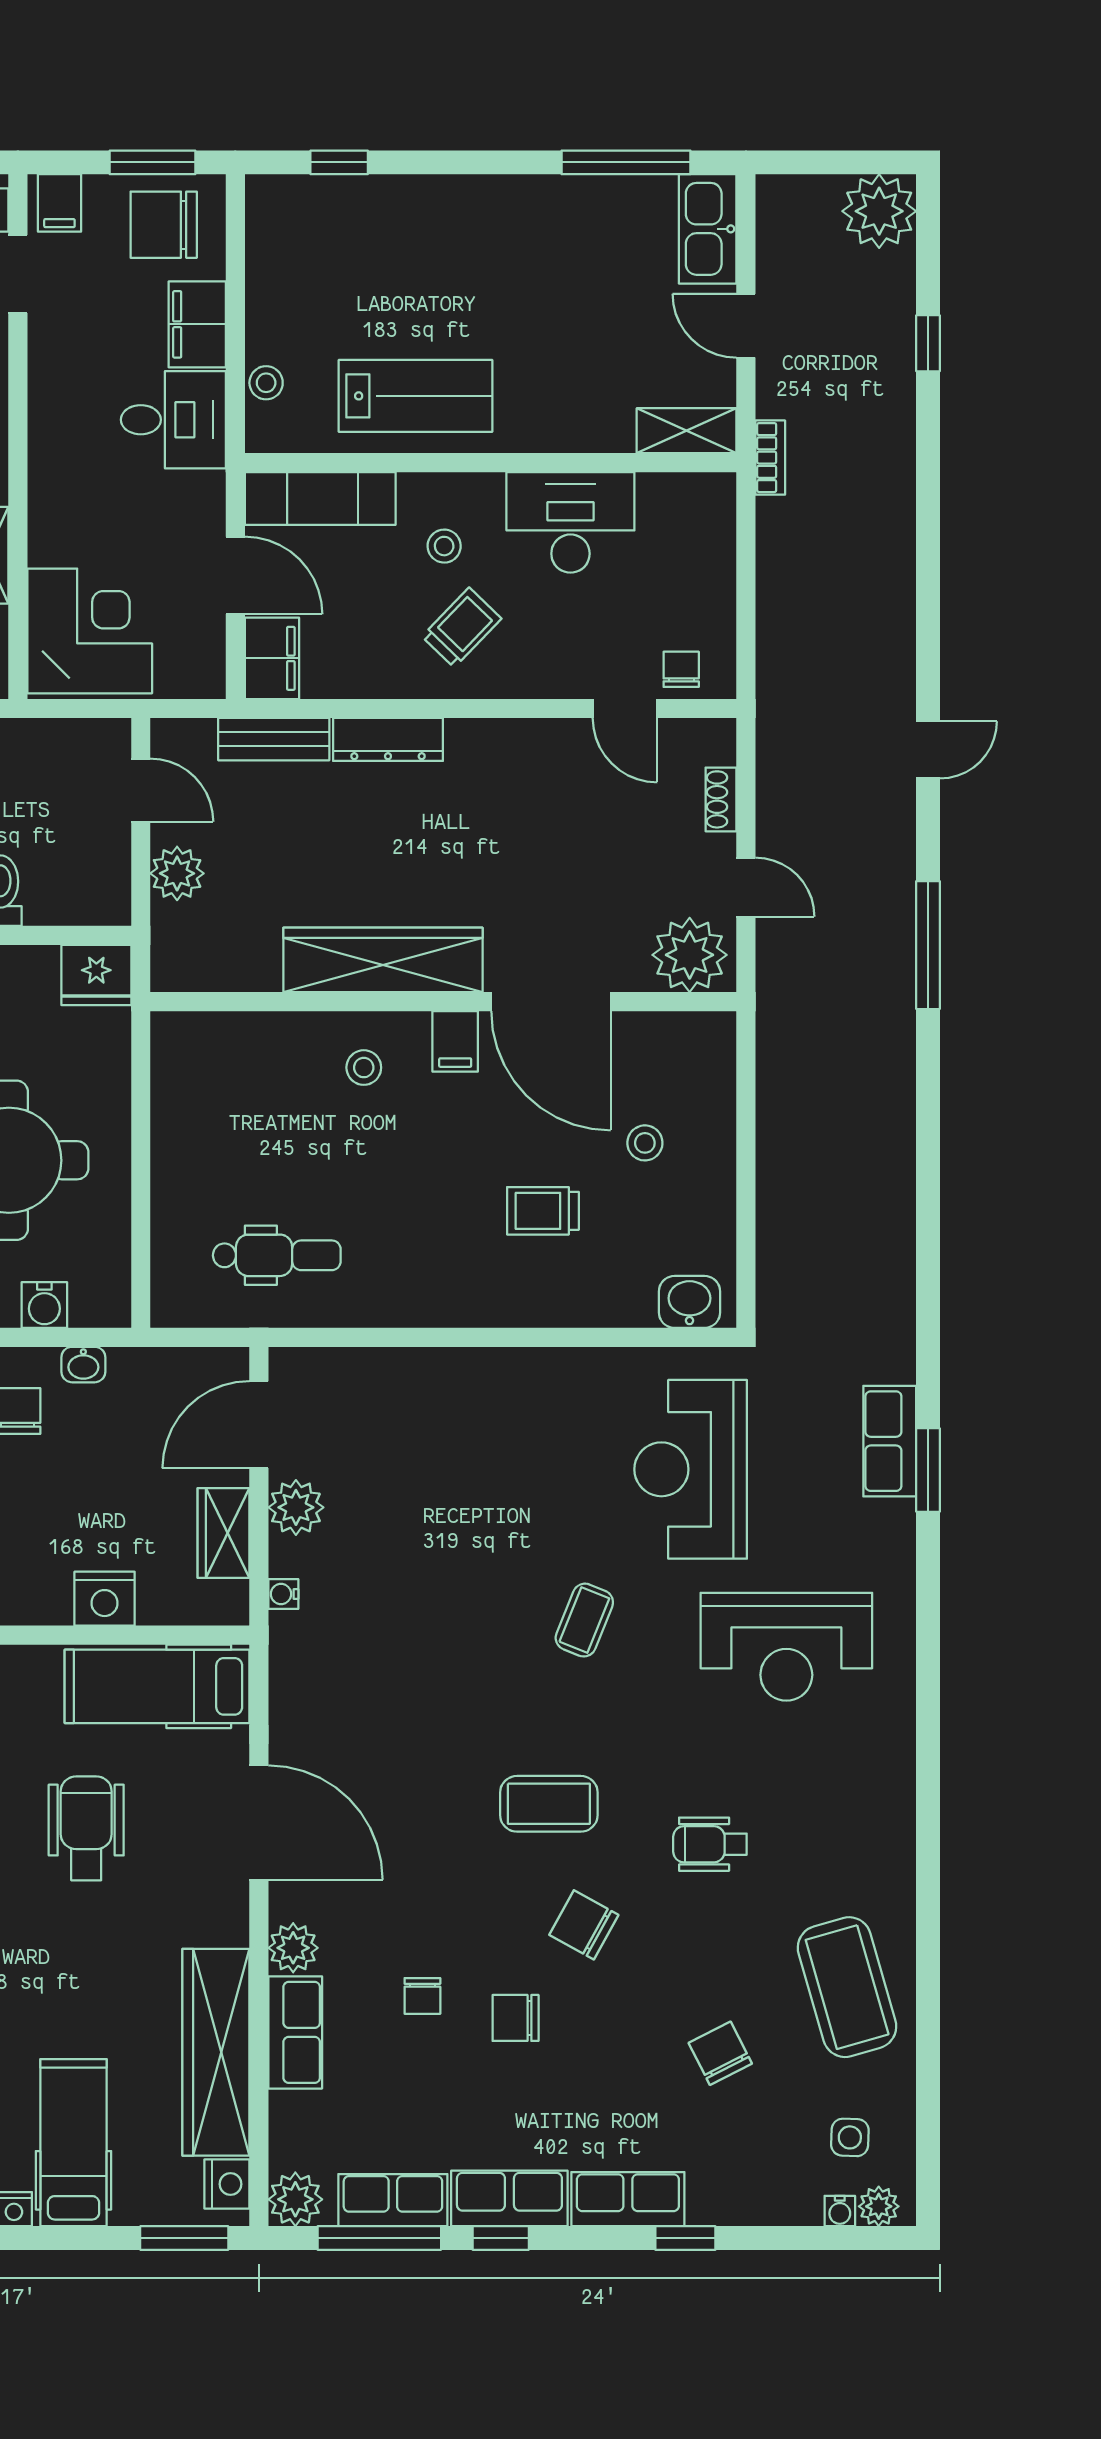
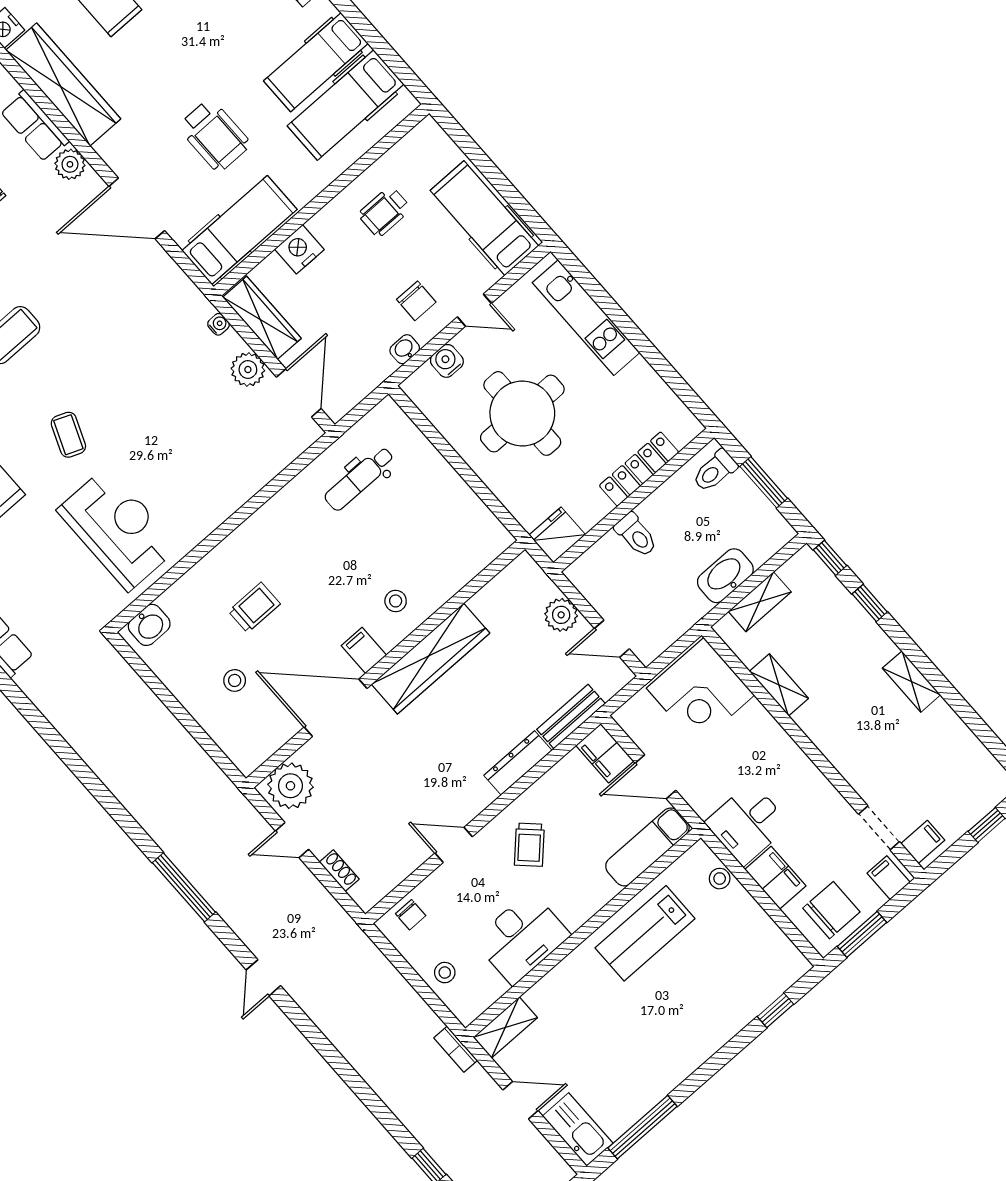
stool: (444, 546) -> (445, 973), moved
door: (625, 708) -> (454, 845), moved
reception desk: (691, 1469) -> (118, 529), moved
wardrobe: (224, 1533) -> (262, 318), width x1.50

